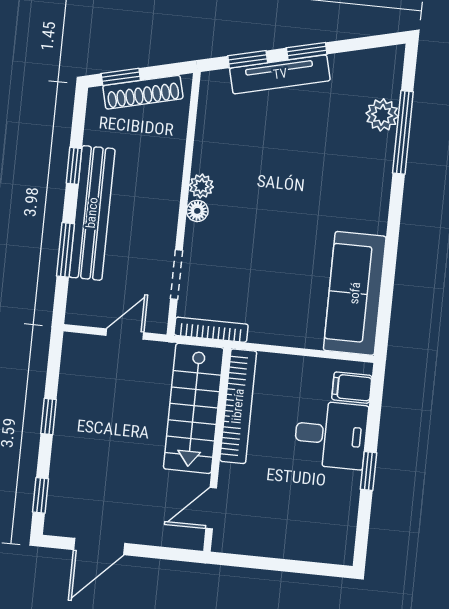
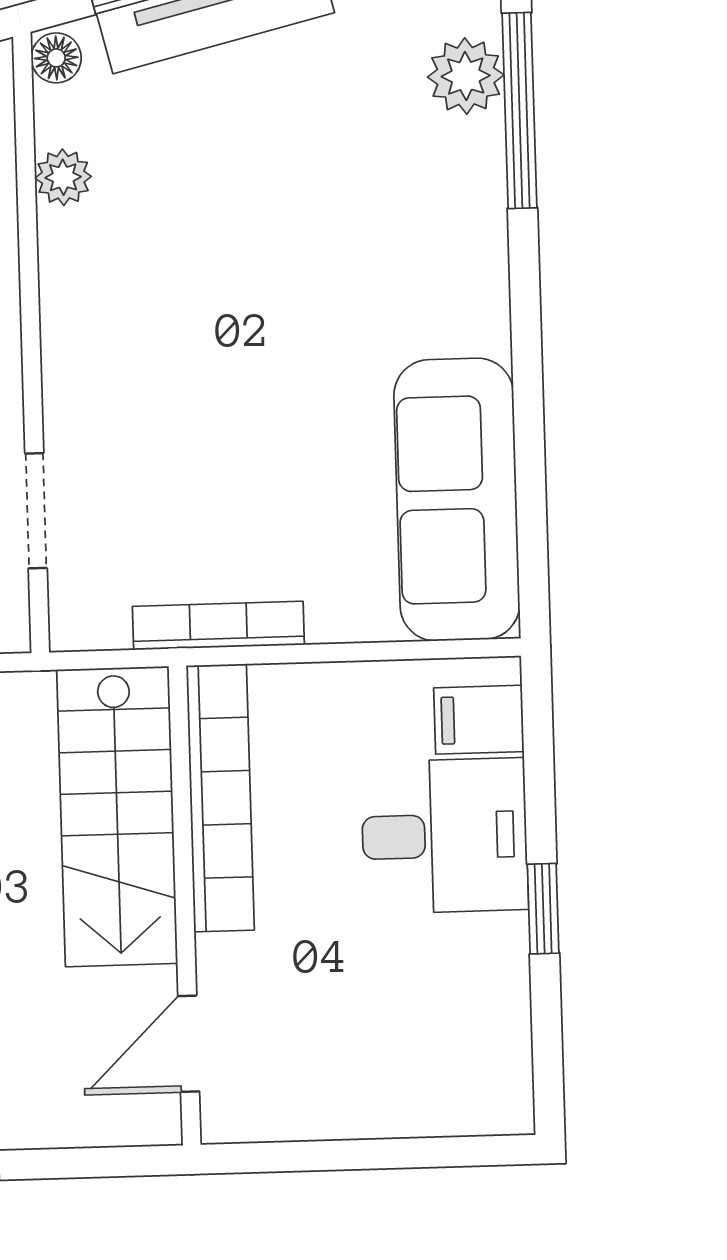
plant: (201, 186) -> (63, 177), moved
floor lamp: (197, 211) -> (56, 58), moved
bookcase: (211, 330) -> (218, 626), moved

